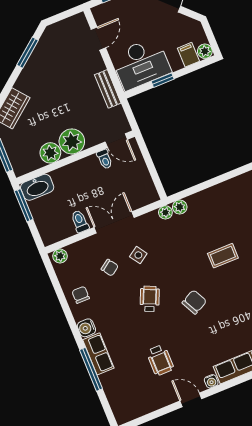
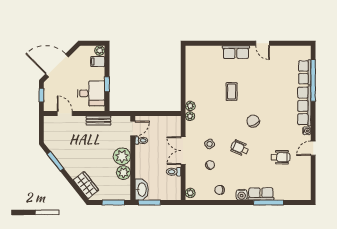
desk: (141, 64) -> (91, 93), width x0.73

